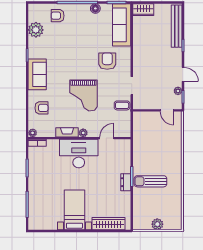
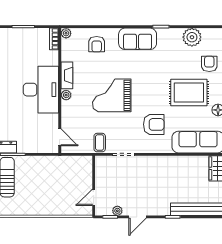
rug: (81, 32) -> (189, 93), added
door: (107, 138) -> (60, 137), moved

